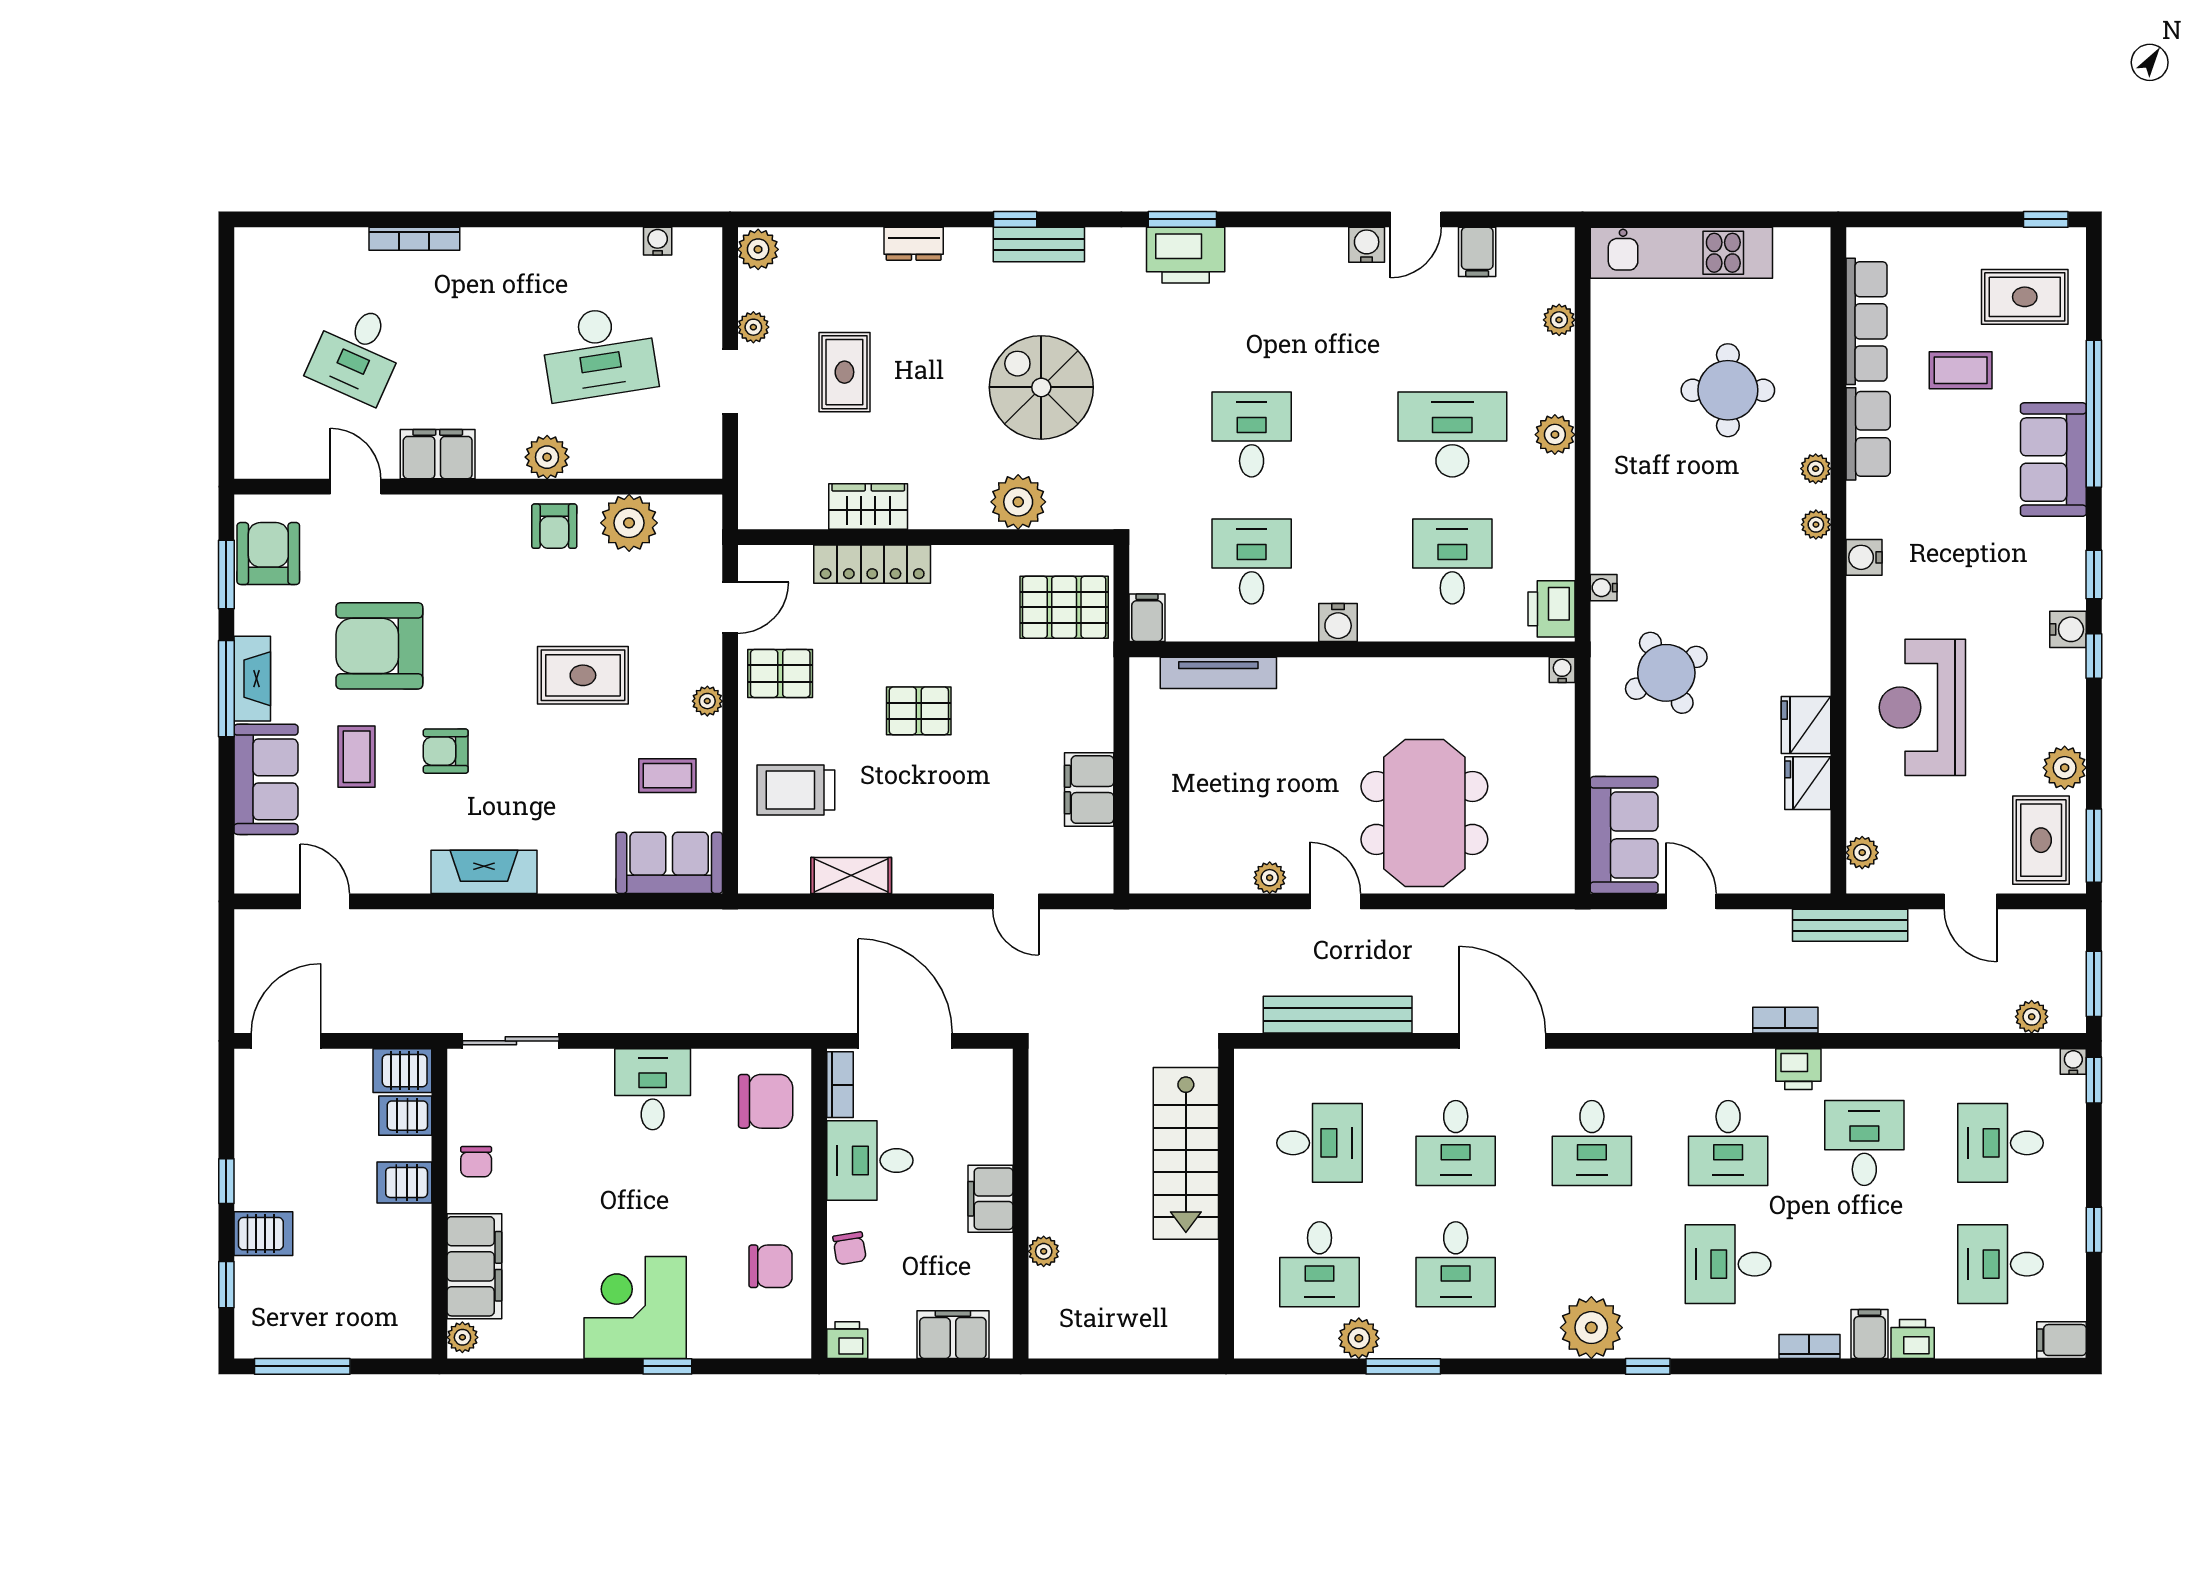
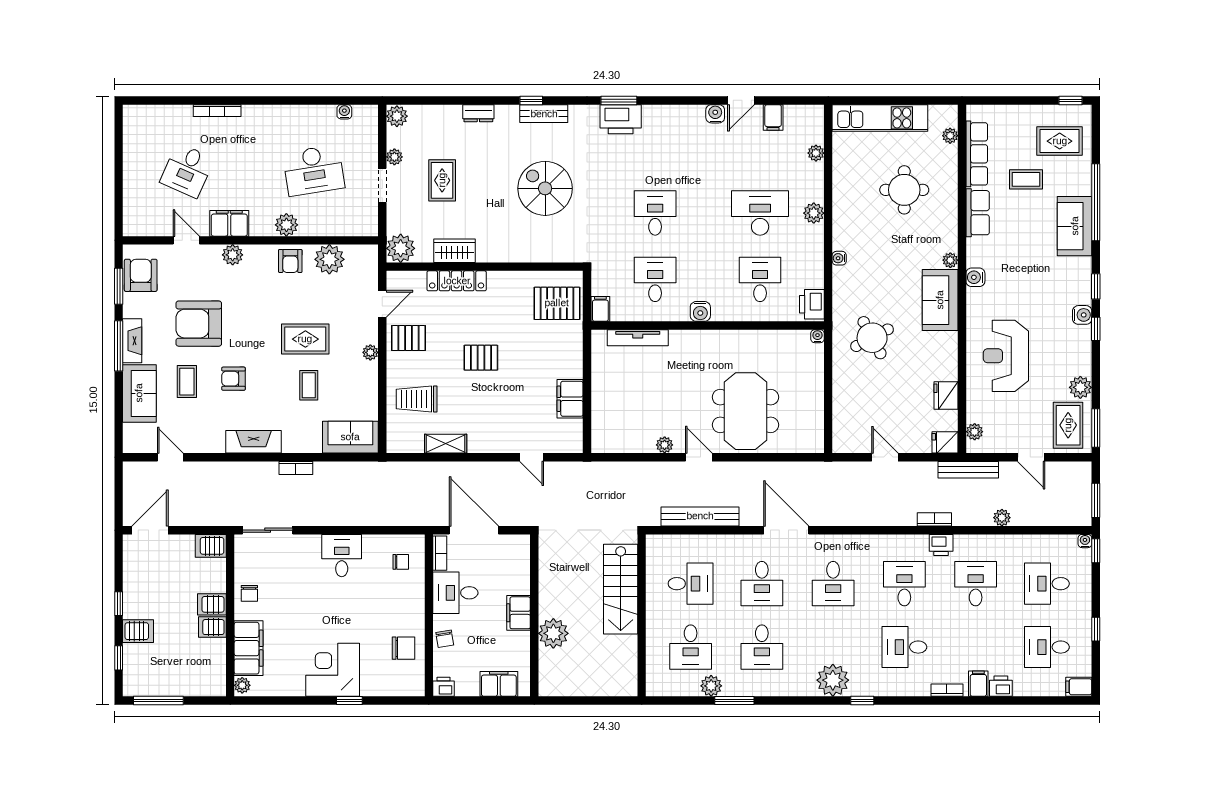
plant: (1816, 469) -> (950, 136), moved
plant: (1018, 502) -> (401, 248), moved
plant: (444, 514) -> (233, 255), added
water cooler: (1604, 588) -> (839, 258), moved
fridge: (1806, 725) -> (945, 442), moved, width x0.72
coffee table: (667, 776) -> (309, 385), moved, turned 90
sofa: (1624, 835) -> (940, 300), moved, turned 180
bookcase: (565, 922) -> (296, 468), added
plant: (2032, 1017) -> (1002, 518), moved
chair: (766, 1101) -> (401, 562), width x0.54, depth x0.54
server rack: (405, 1116) -> (212, 627), moved
desk: (1728, 1143) -> (904, 584), turned 180
plant: (1044, 1251) -> (553, 633), width x1.87, depth x1.87

